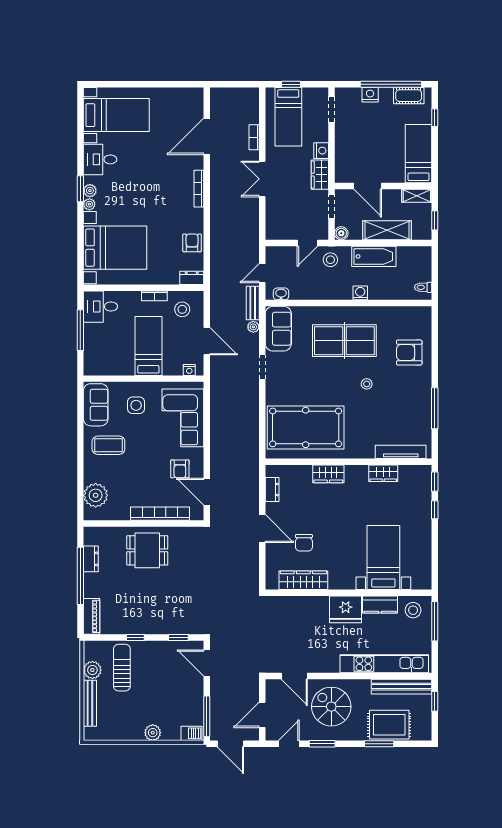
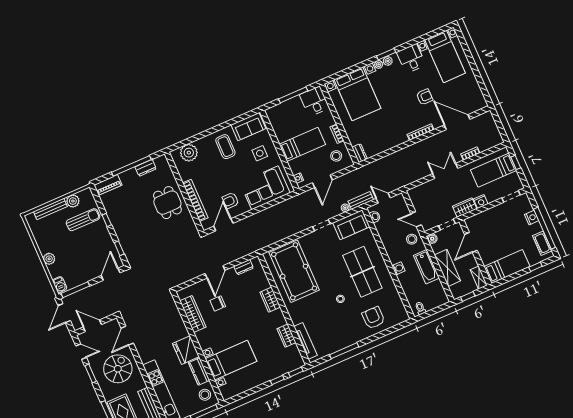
armchair: (192, 243) -> (425, 97), moved

